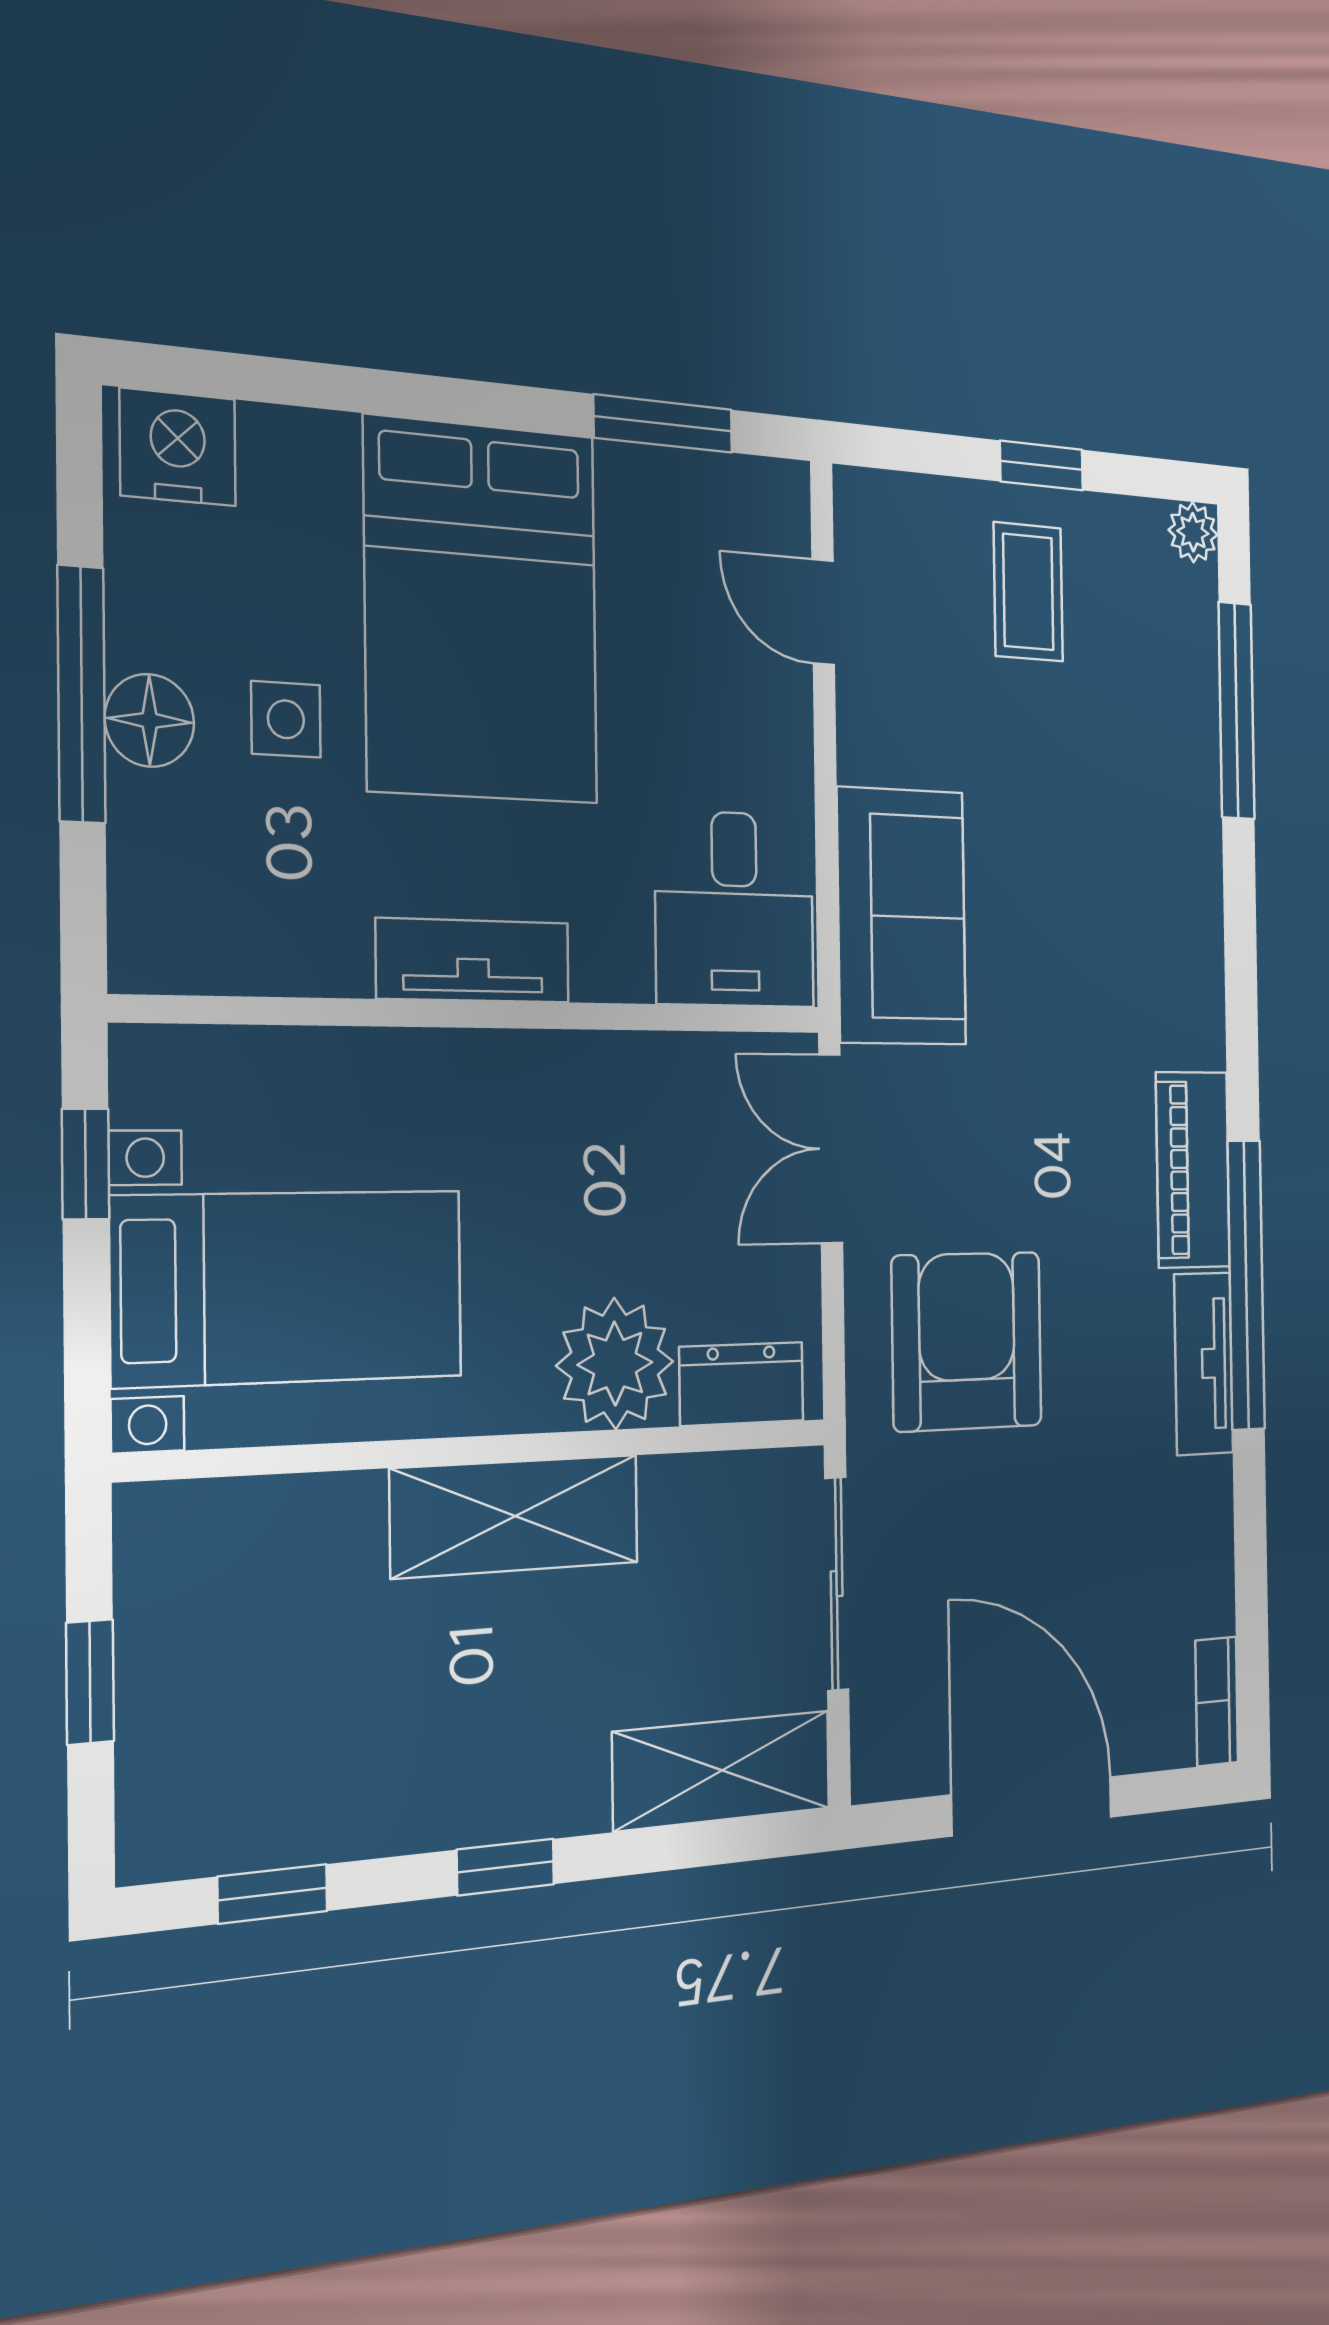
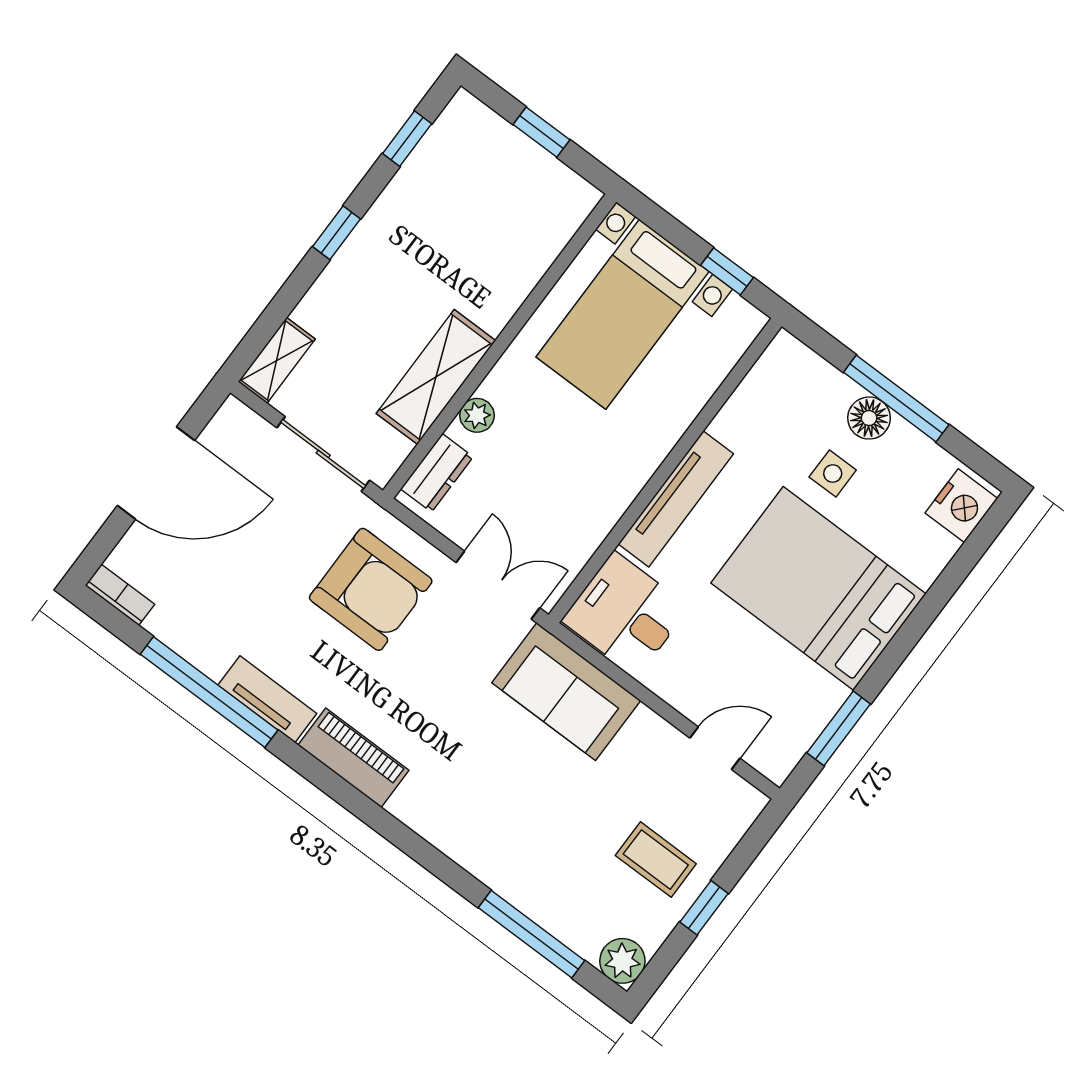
plant: (1193, 532) -> (622, 961), width x1.38, depth x1.38
tv unit: (473, 961) -> (676, 499), width x1.41
window: (1246, 1285) -> (209, 692), moved
plant: (615, 1364) -> (477, 415), width x0.53, depth x0.53
shelving: (515, 1516) -> (436, 377), moved
shelving: (722, 1770) -> (277, 361), width x0.67, depth x0.75

